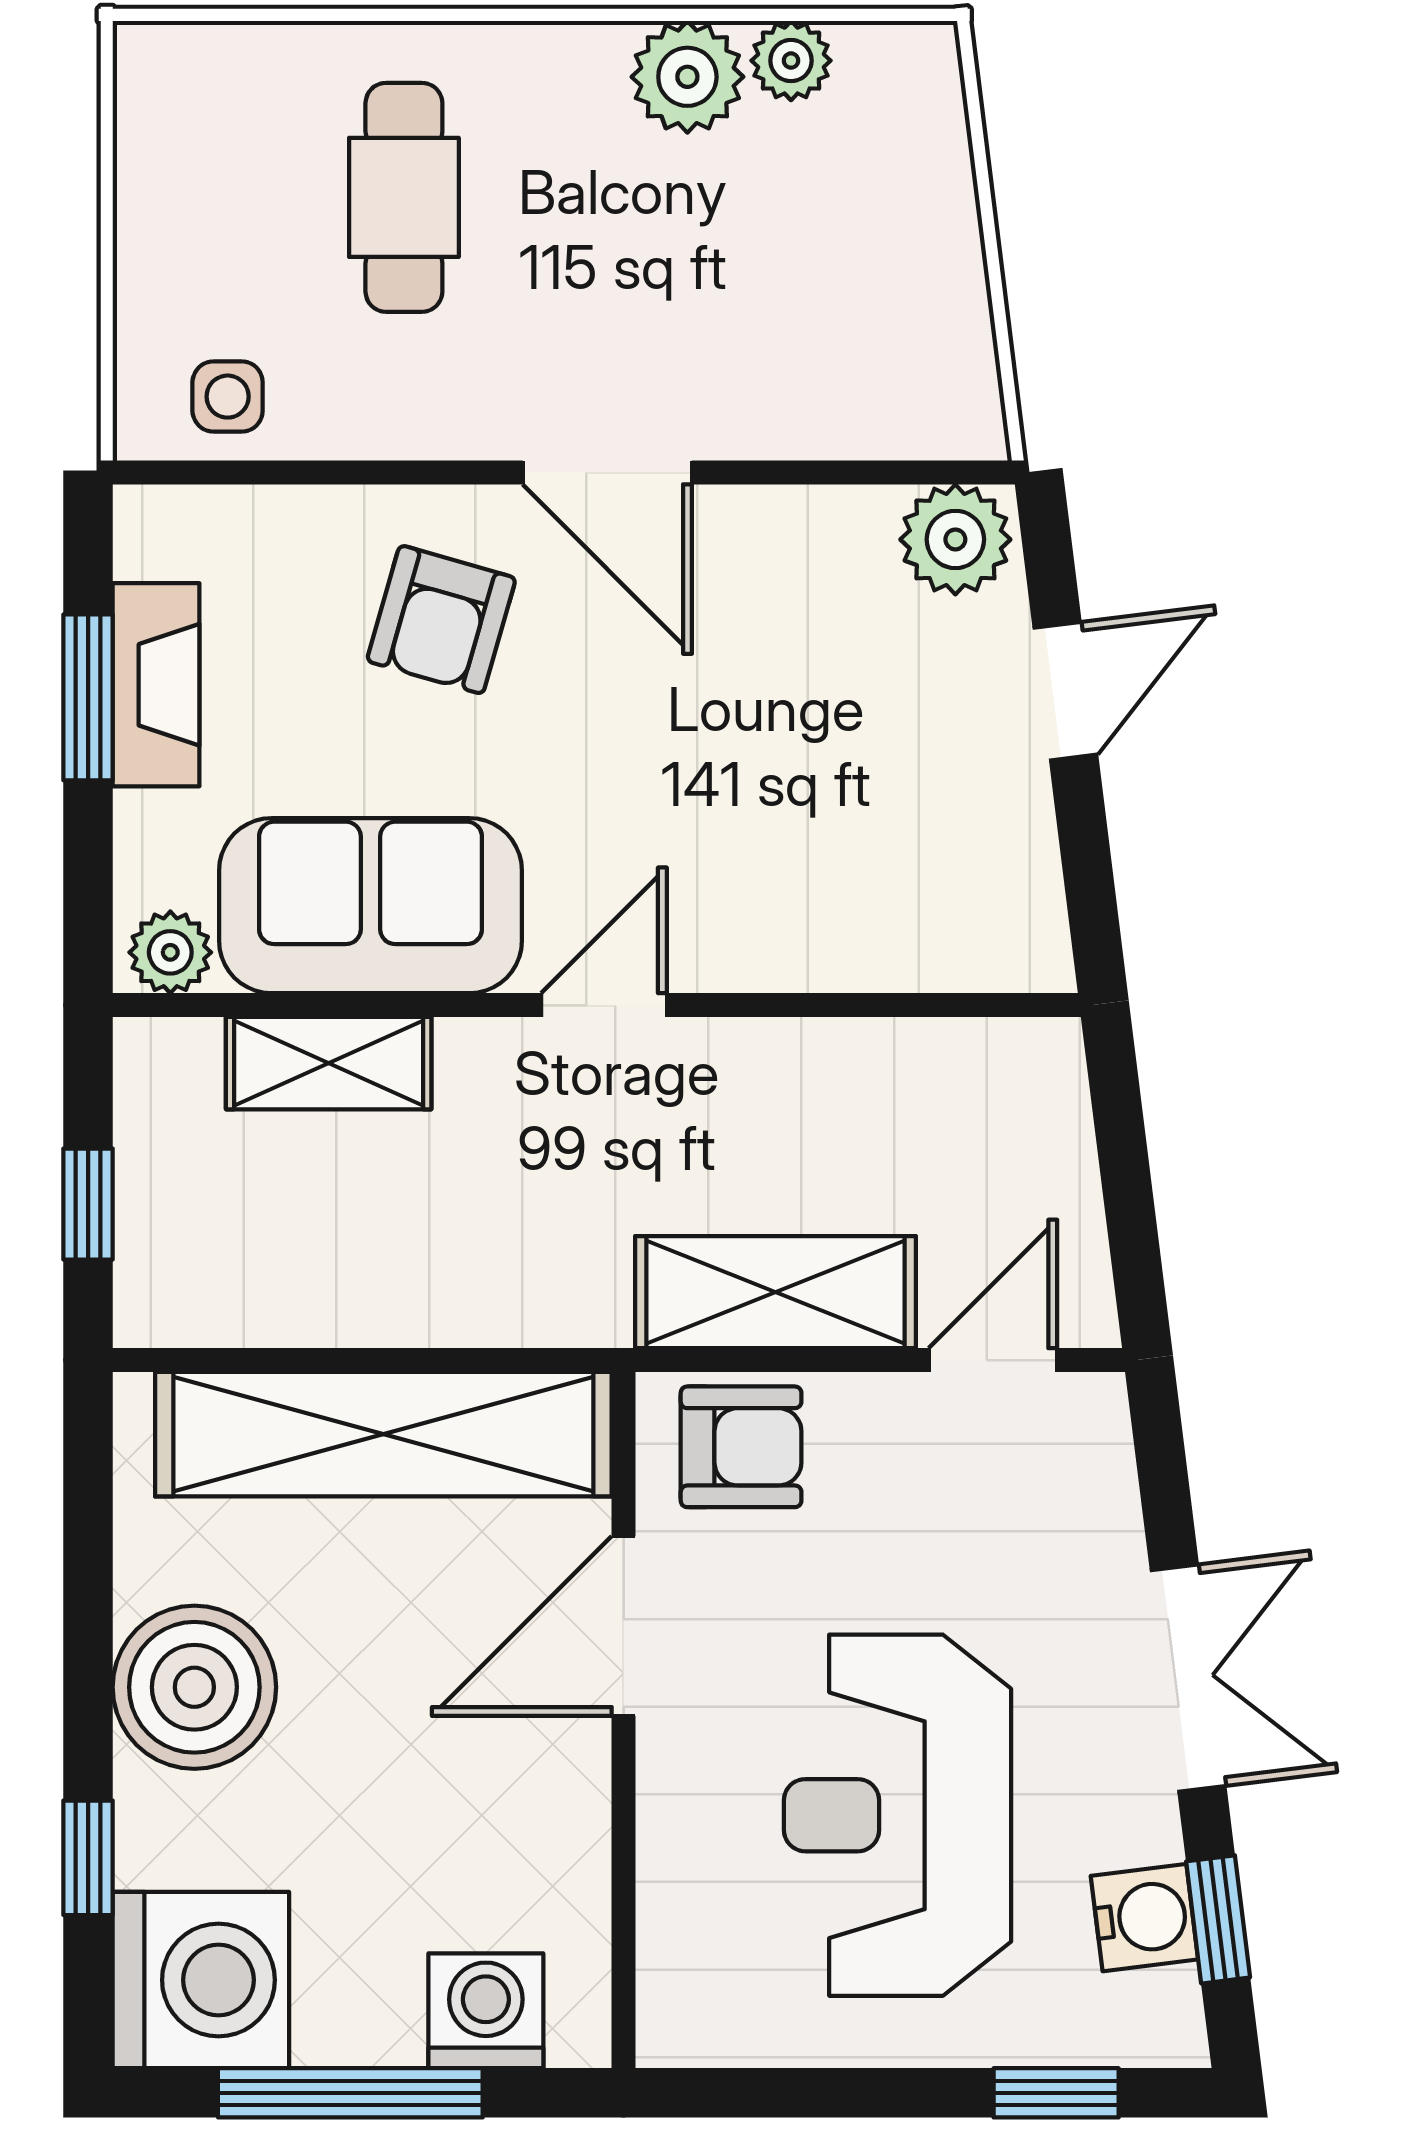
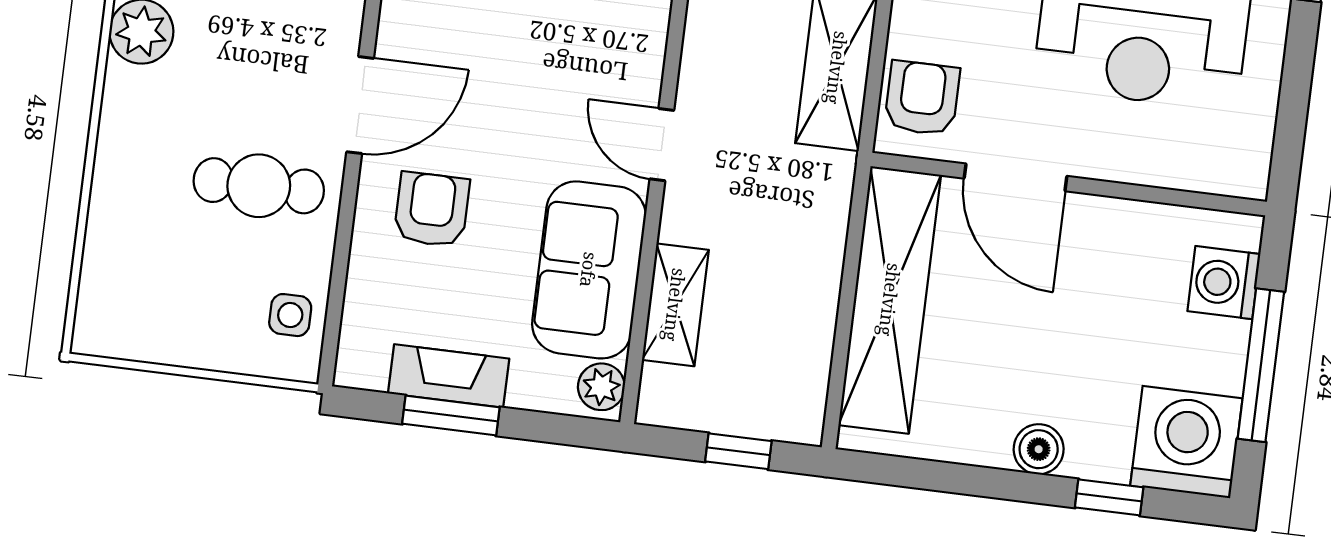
cafe table: (404, 197) -> (259, 186), moved
armchair: (441, 620) -> (432, 210), turned -106
boiler: (194, 1687) -> (1039, 449), width x0.54, depth x0.54

